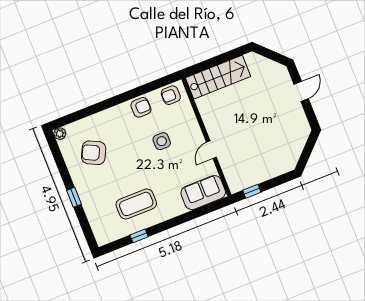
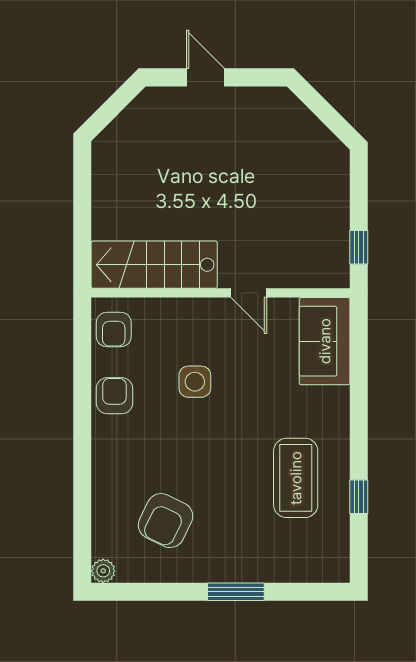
stairs: (218, 77) -> (154, 265), moved, turned -90
window: (74, 197) -> (236, 592), width x1.50

